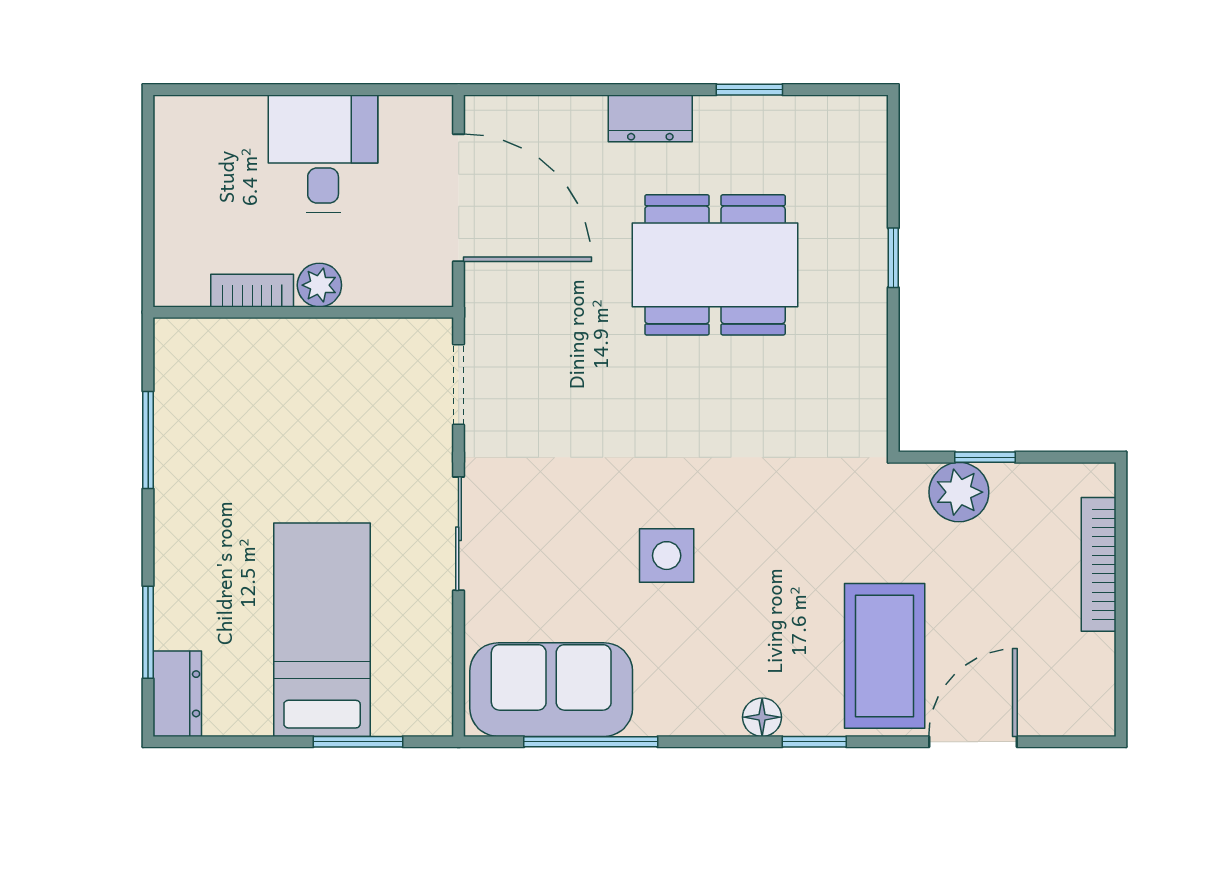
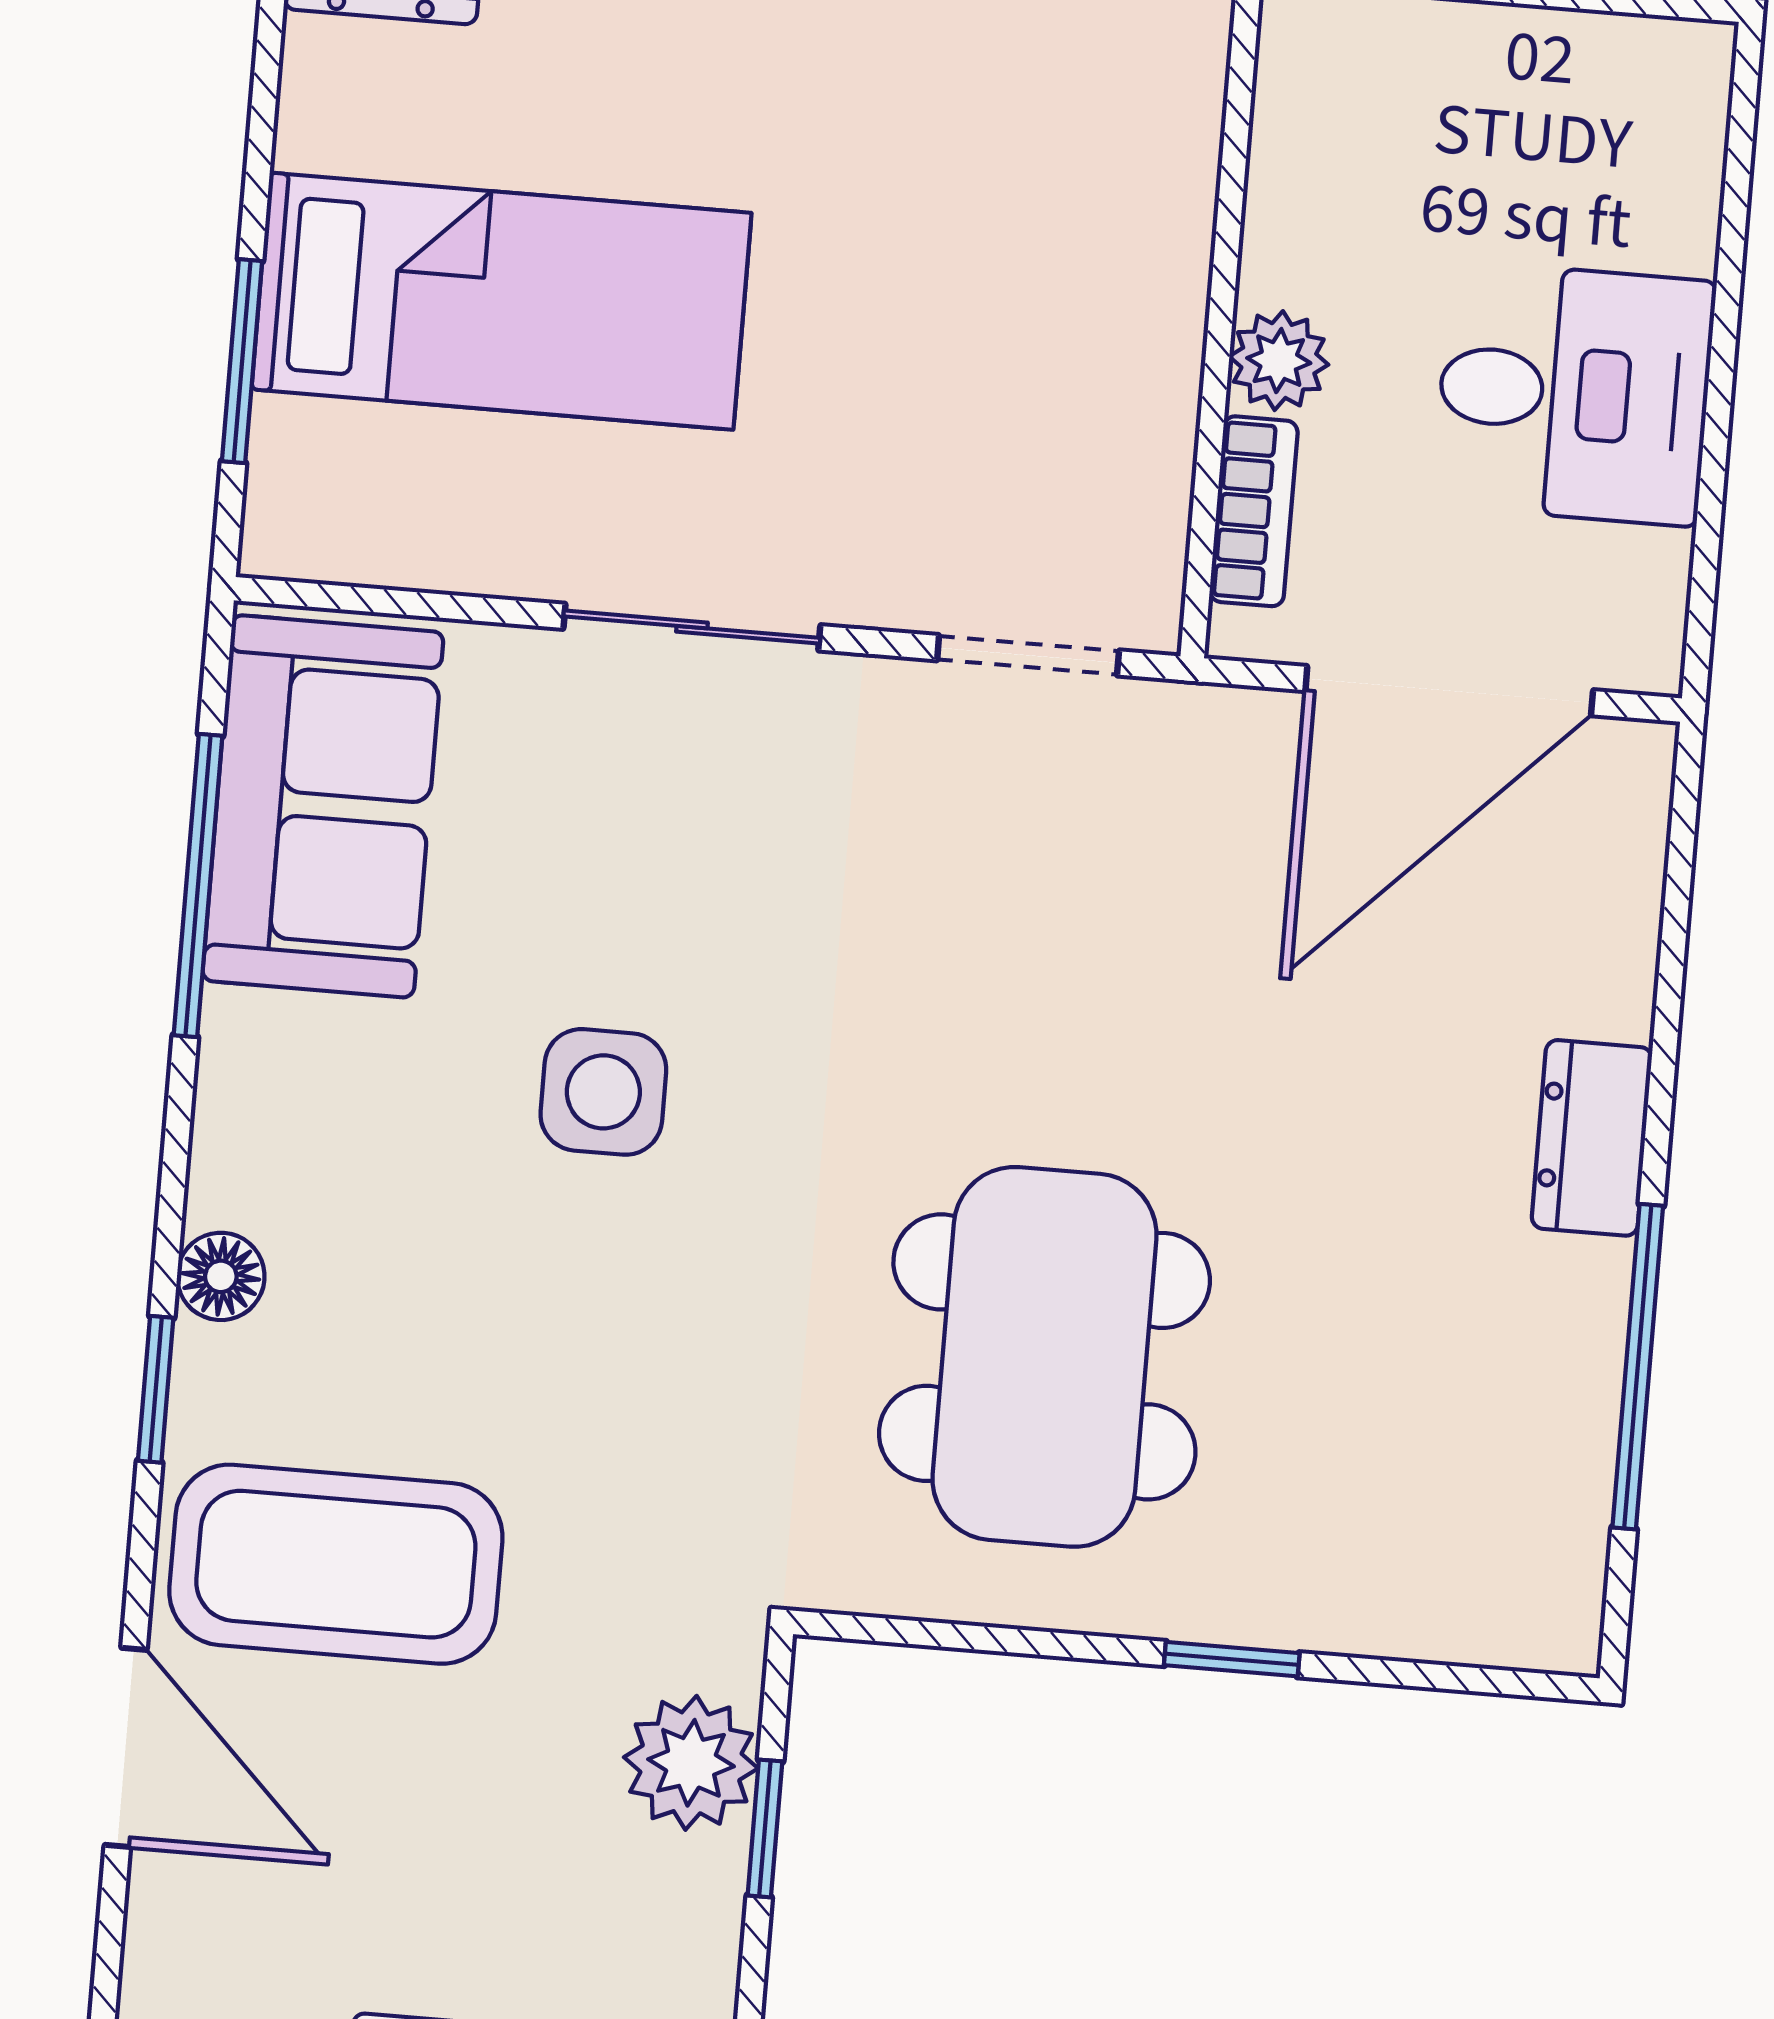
window: (749, 90) -> (1638, 1367), width x2.17
dining table: (715, 265) -> (1044, 1357), moved
bookcase: (252, 291) -> (1254, 511), moved

